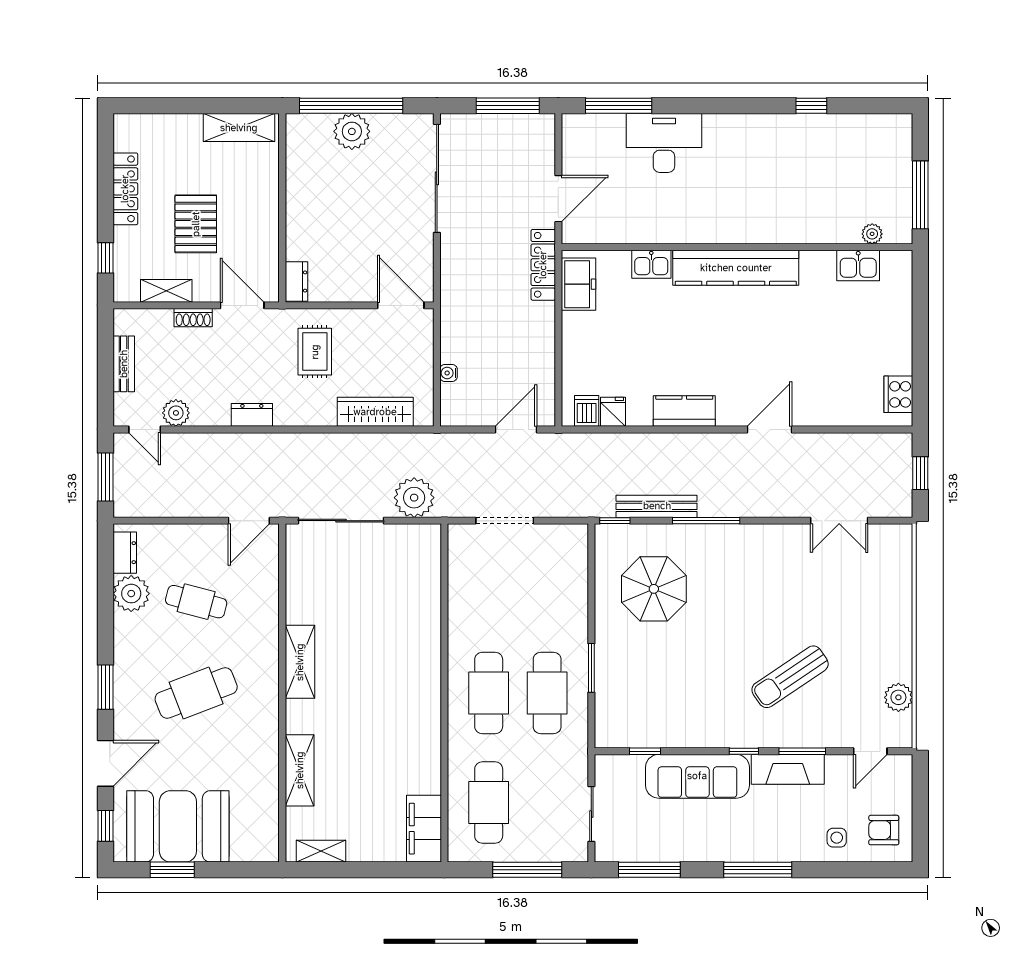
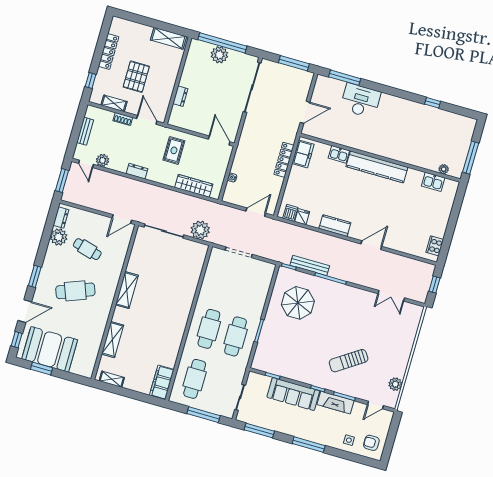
locker: (543, 265) -> (284, 160), moved
dresser: (296, 282) -> (180, 96), moved

